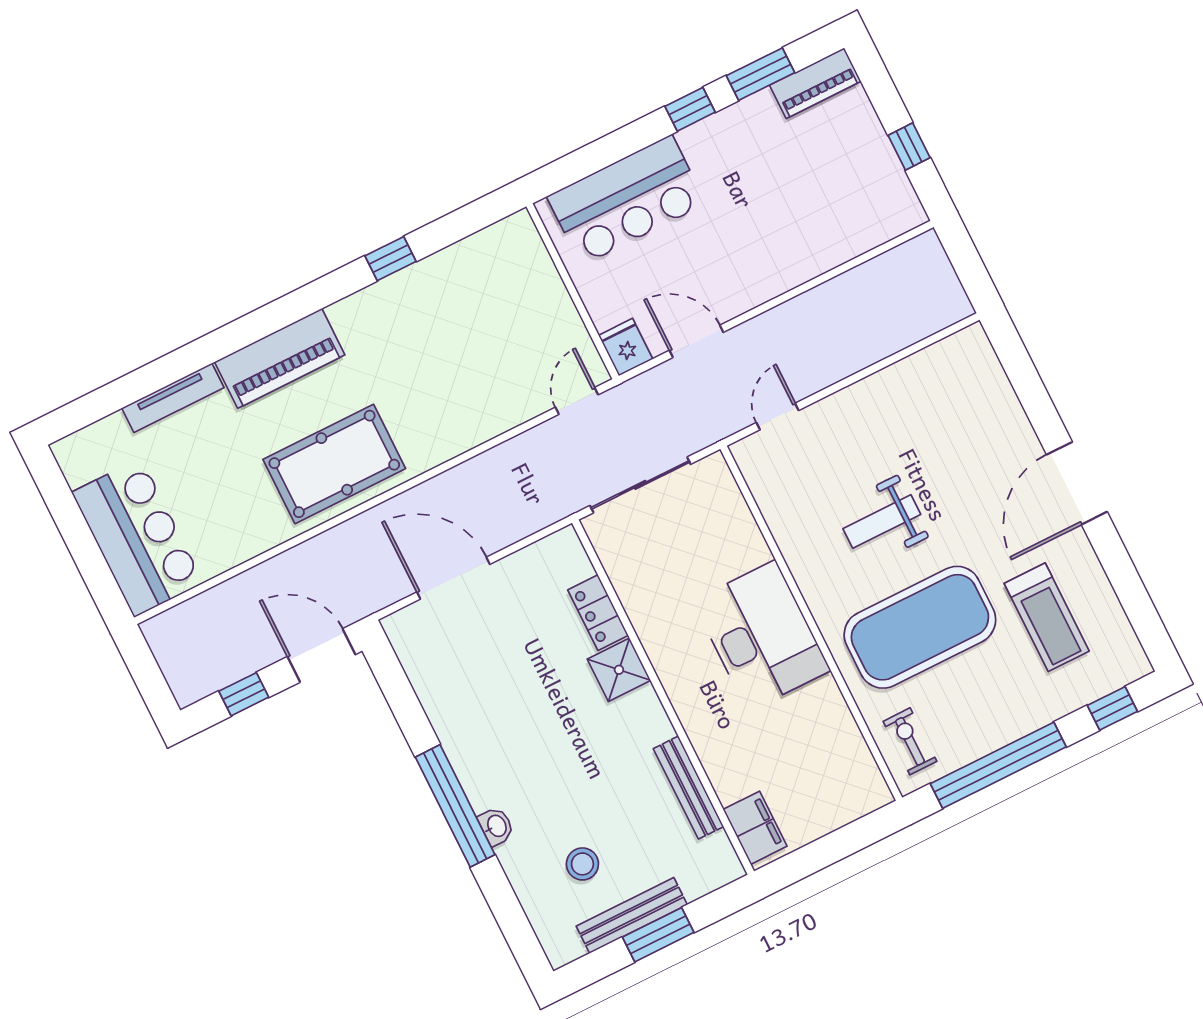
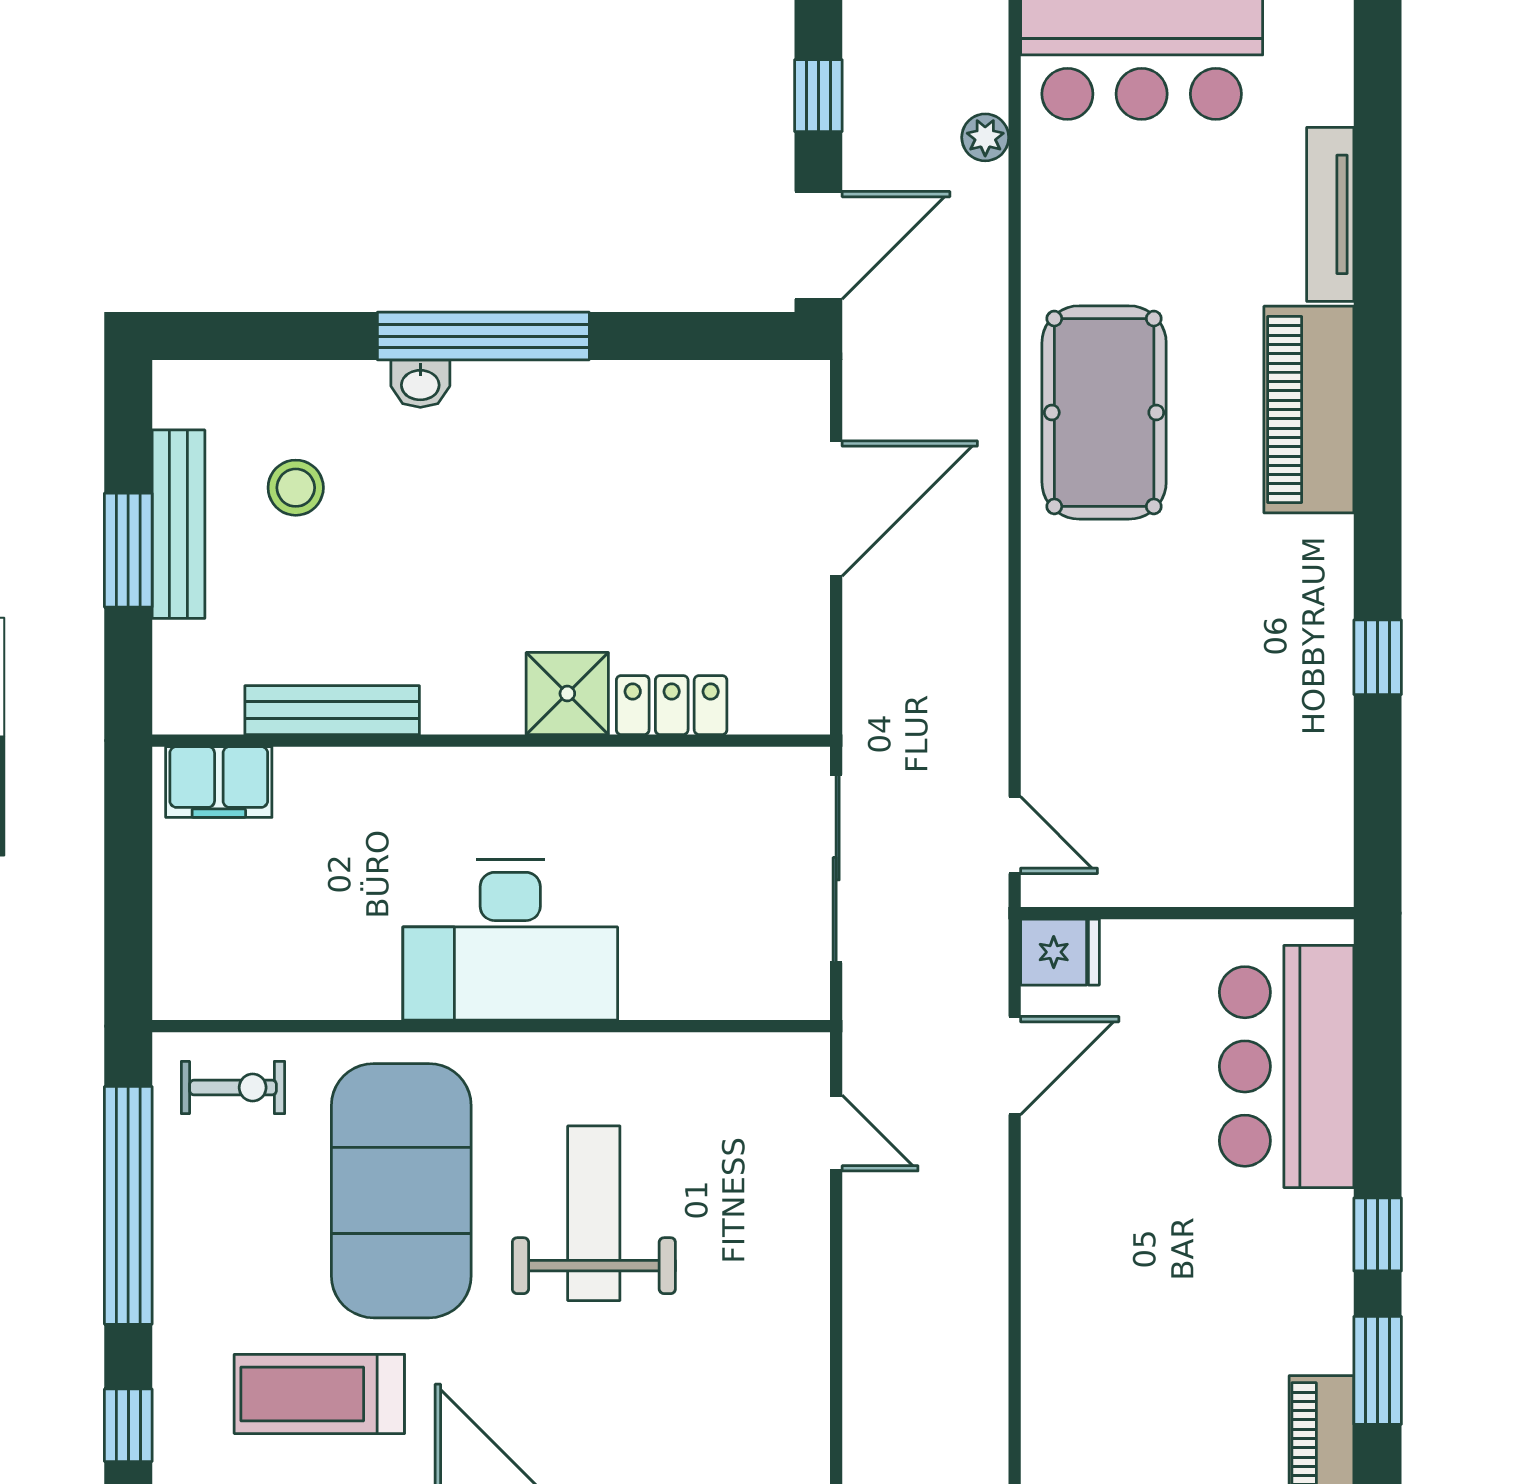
weight bench: (882, 522) -> (594, 1213), width x1.36, depth x1.33
plant: (222, 597) -> (985, 137), added

